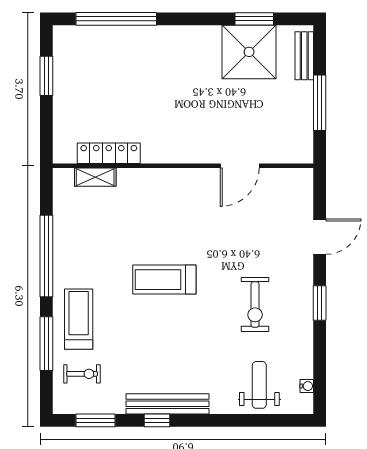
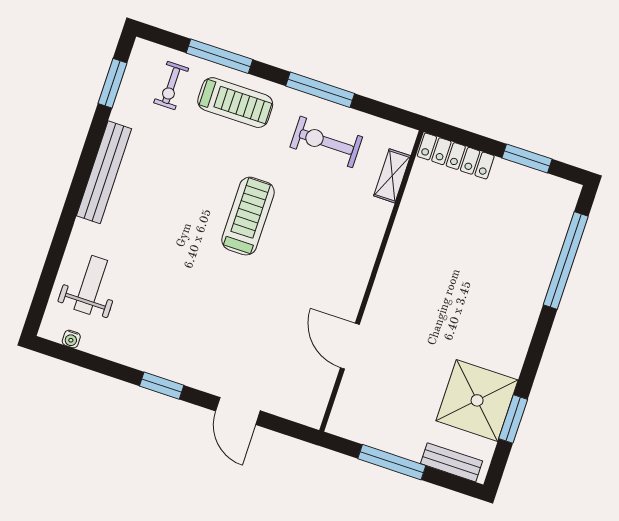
locker: (109, 153) -> (456, 156), moved, turned 90
window: (46, 256) -> (320, 90), width x0.68
exercise bike: (255, 304) -> (326, 142), moved
weight bench: (259, 385) -> (91, 285), turned -90
window: (157, 420) -> (89, 154), removed

